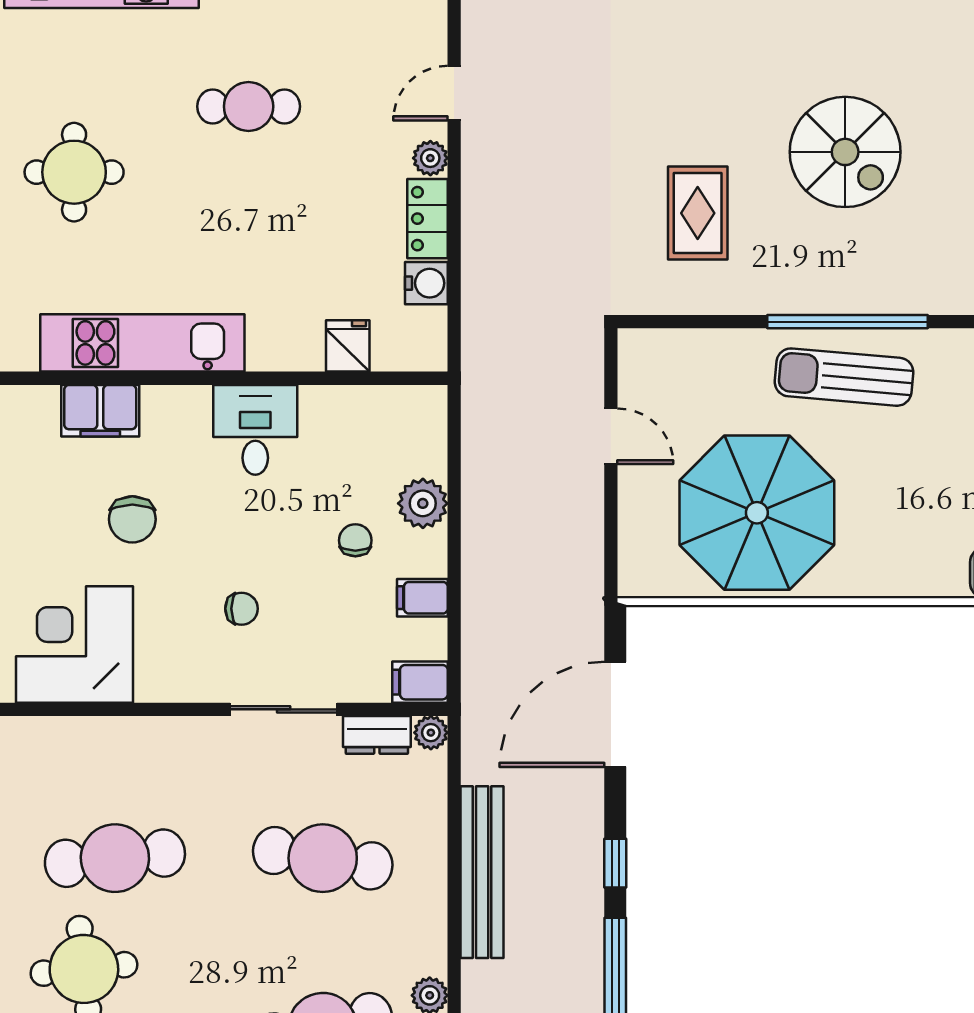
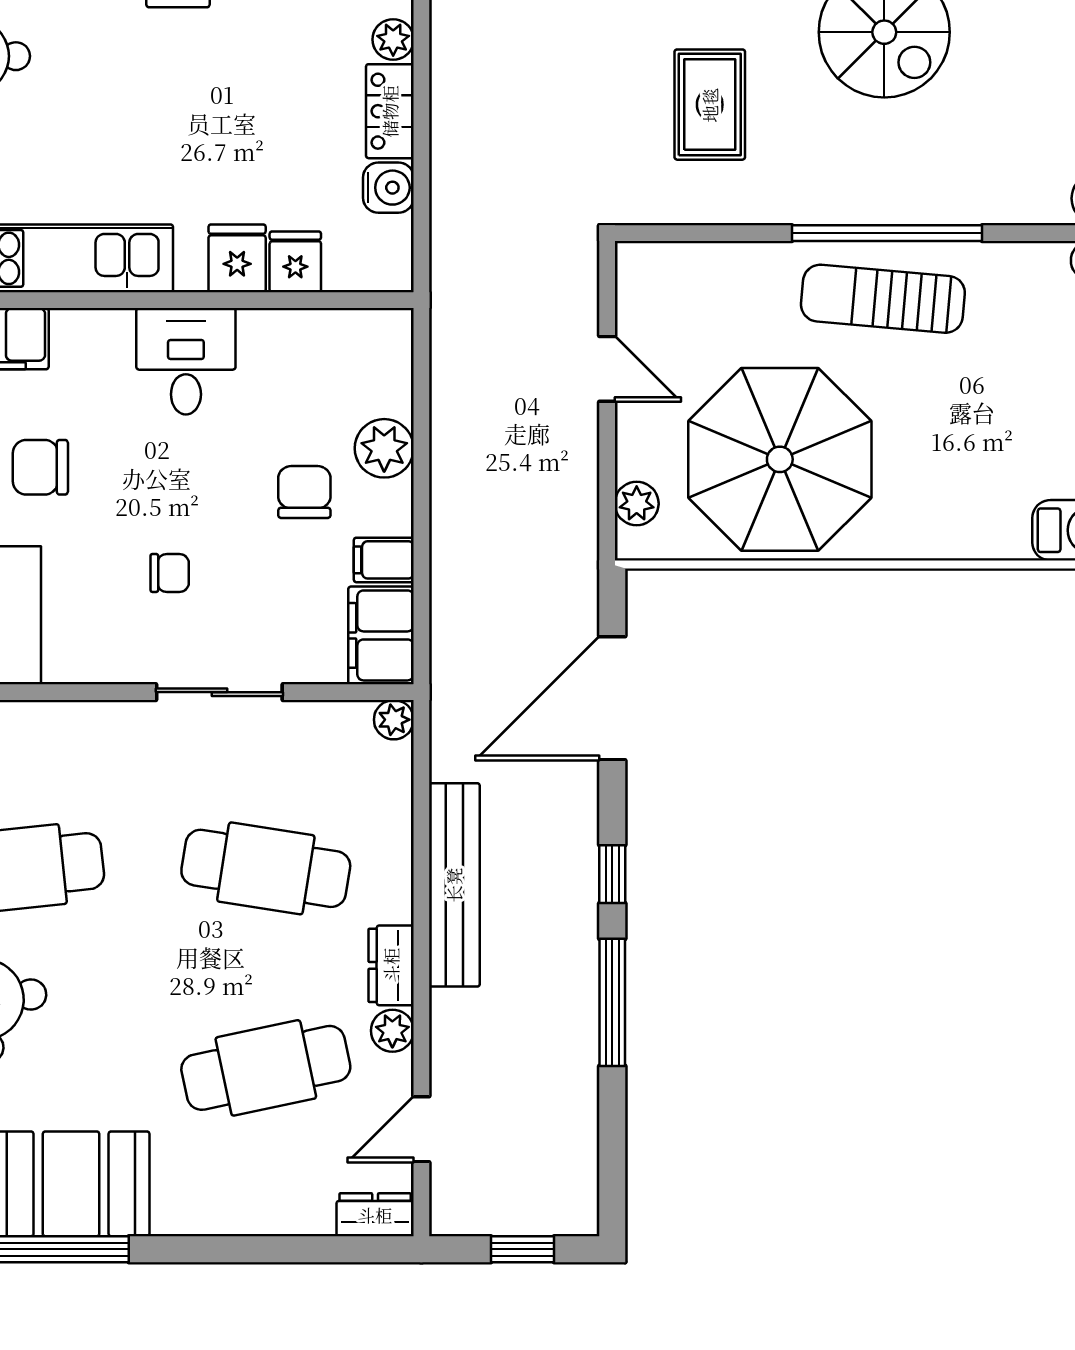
fridge: (298, 343) -> (237, 258), added
chair: (132, 519) -> (40, 467), turned 90
chair: (355, 540) -> (304, 492), width x1.37, depth x1.37
plant: (636, 550) -> (637, 504), added
filing cabinet: (420, 682) -> (381, 635), width x2.00
dresser: (377, 735) -> (391, 965), moved, turned 90

